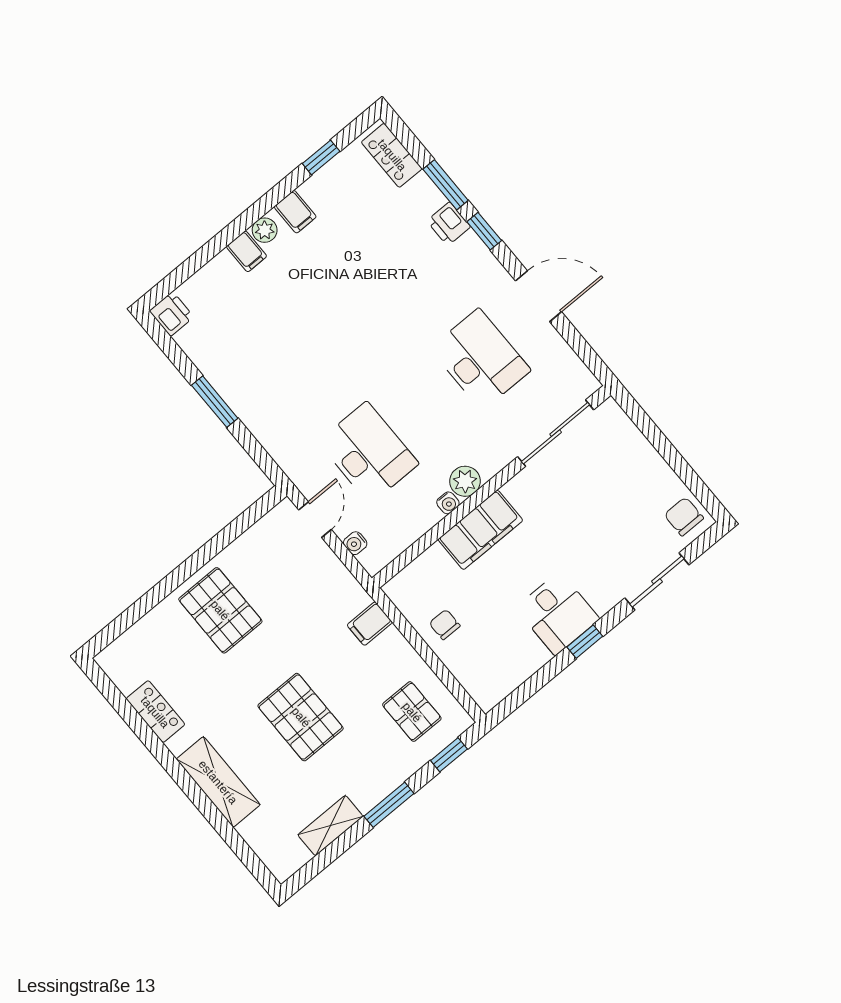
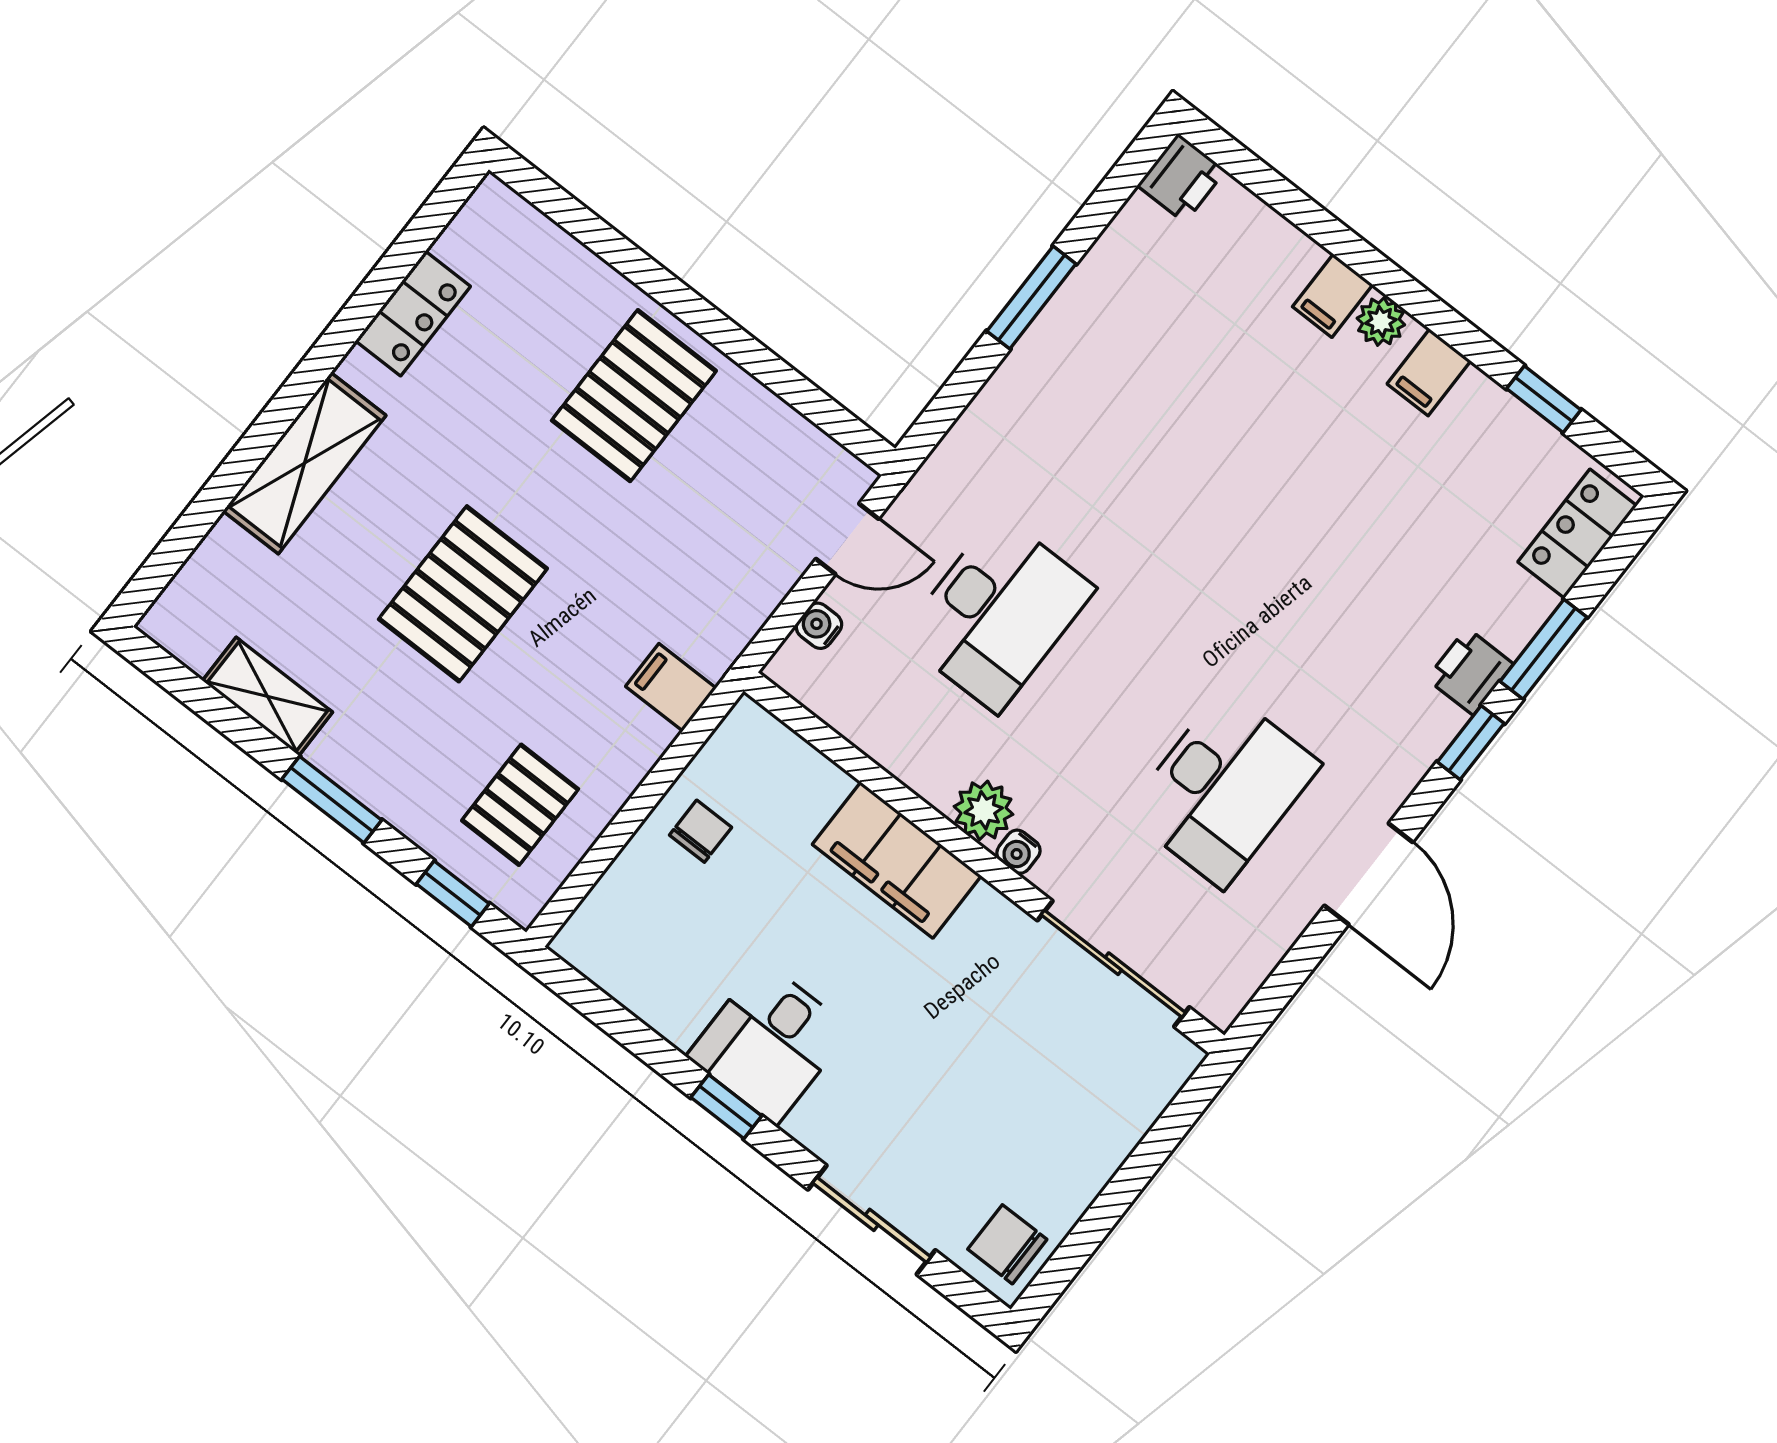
water cooler: (448, 503) -> (1018, 852), moved
chair: (684, 517) -> (1007, 1244), turned -90

